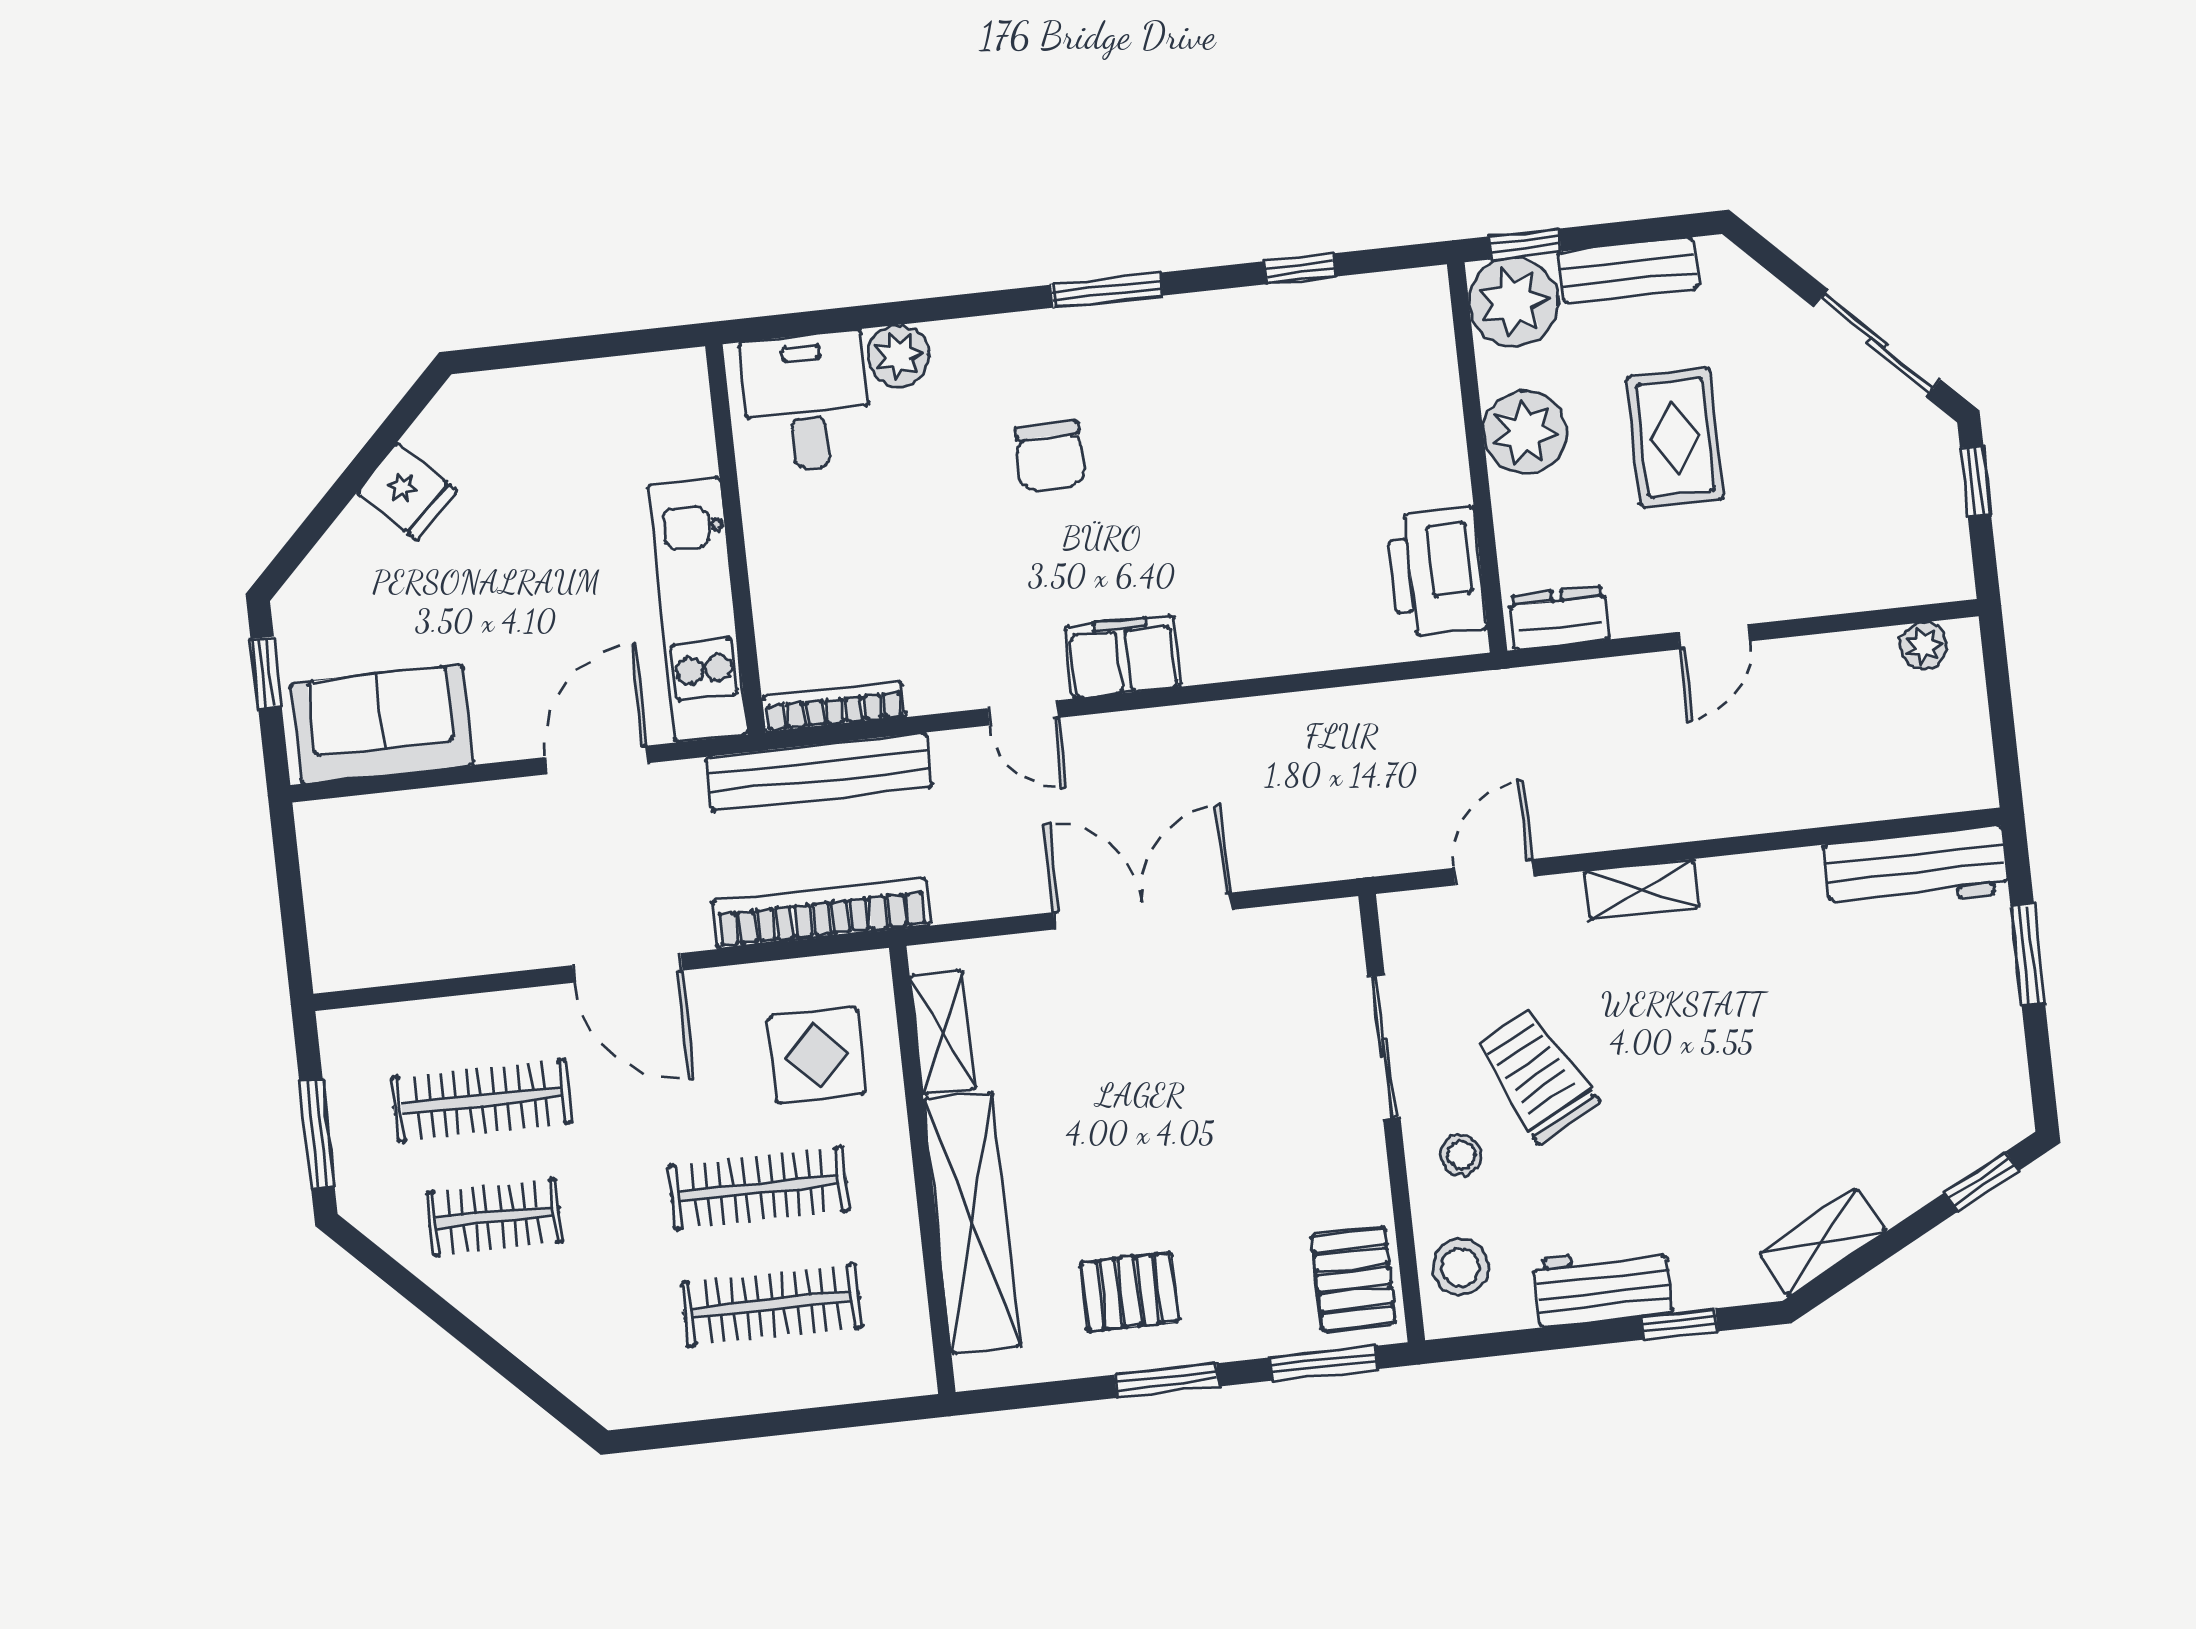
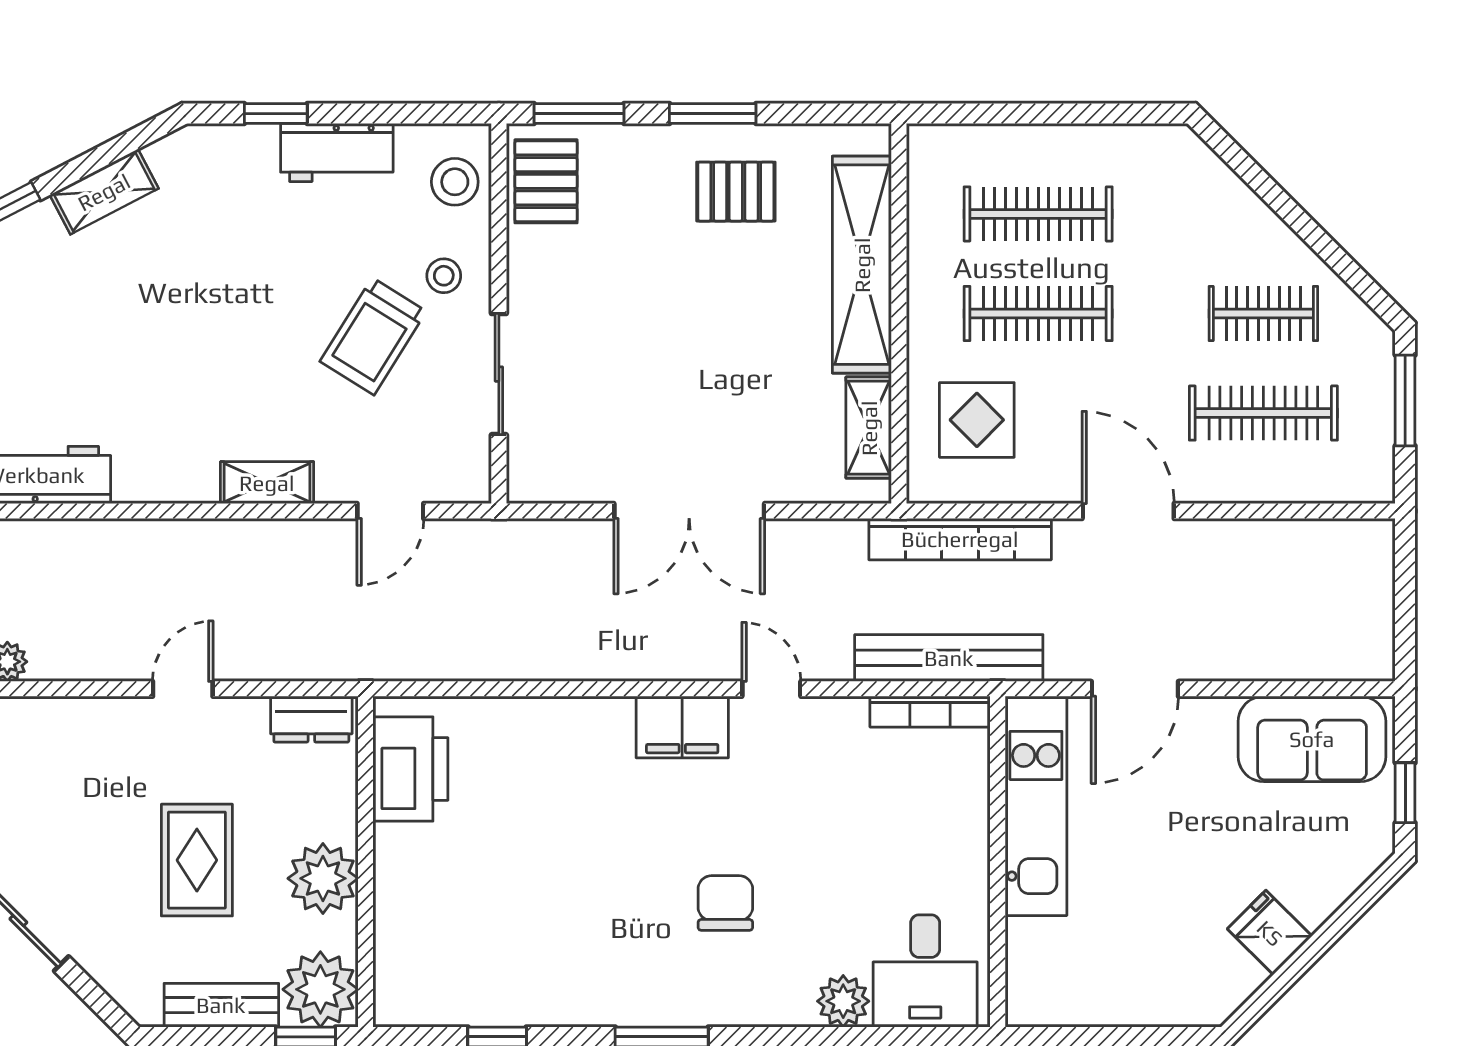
trolley: (1536, 1075) -> (373, 336), turned 60
shelving: (1822, 1242) -> (104, 192), moved

